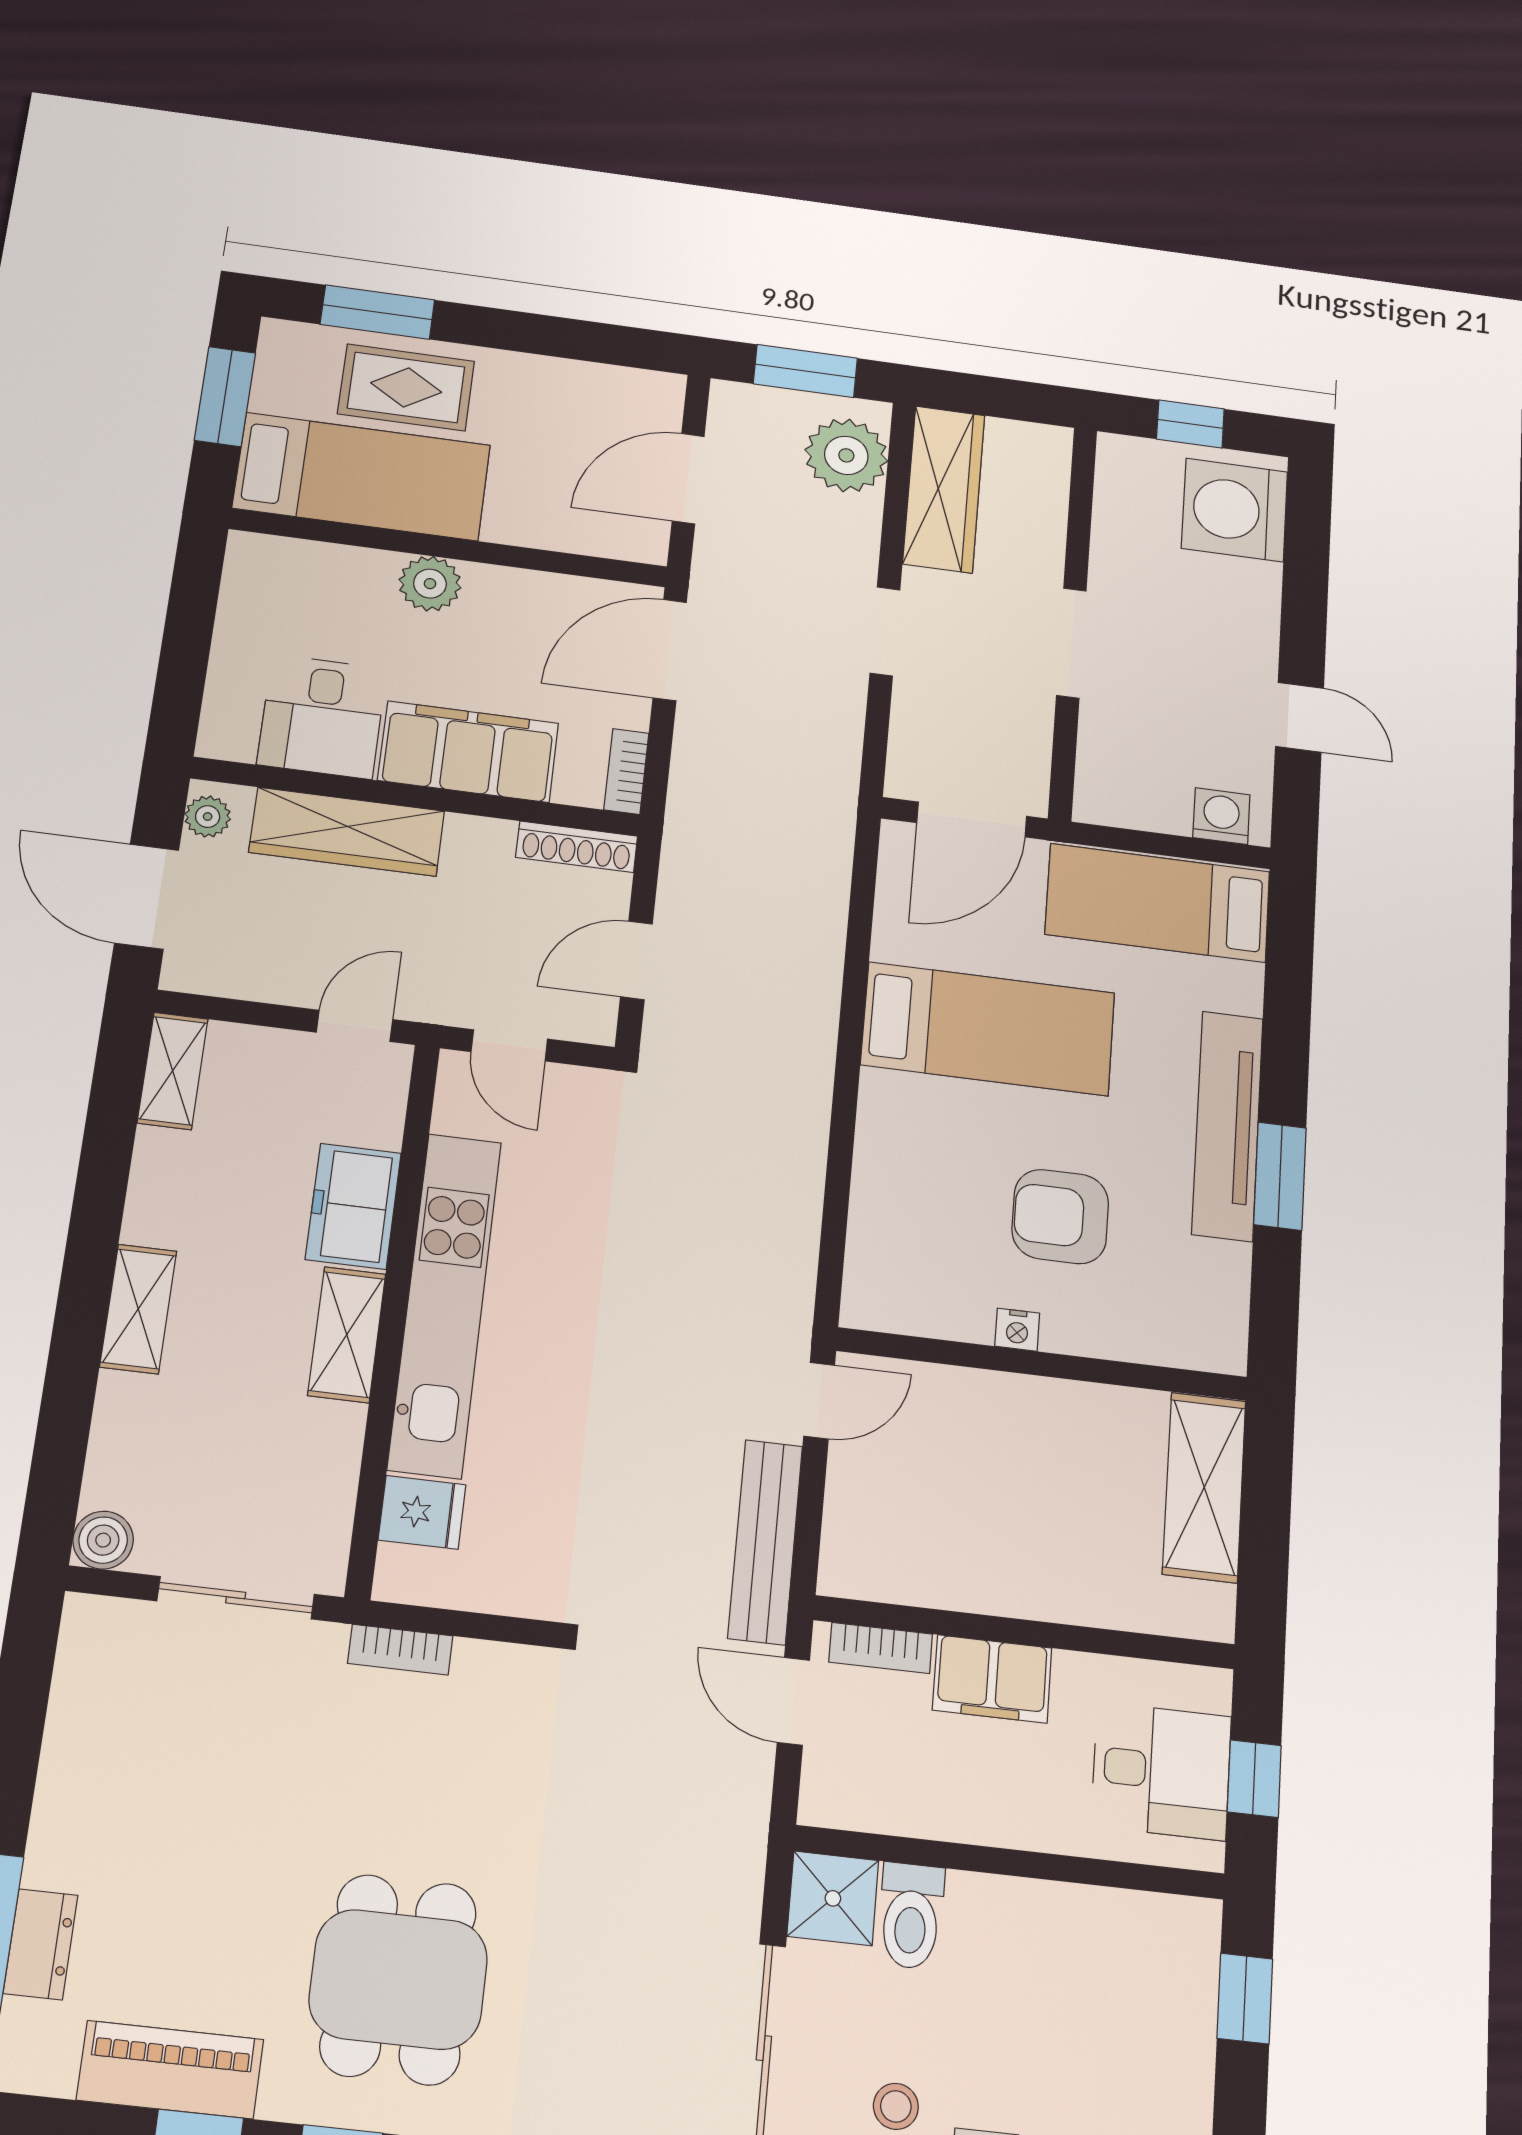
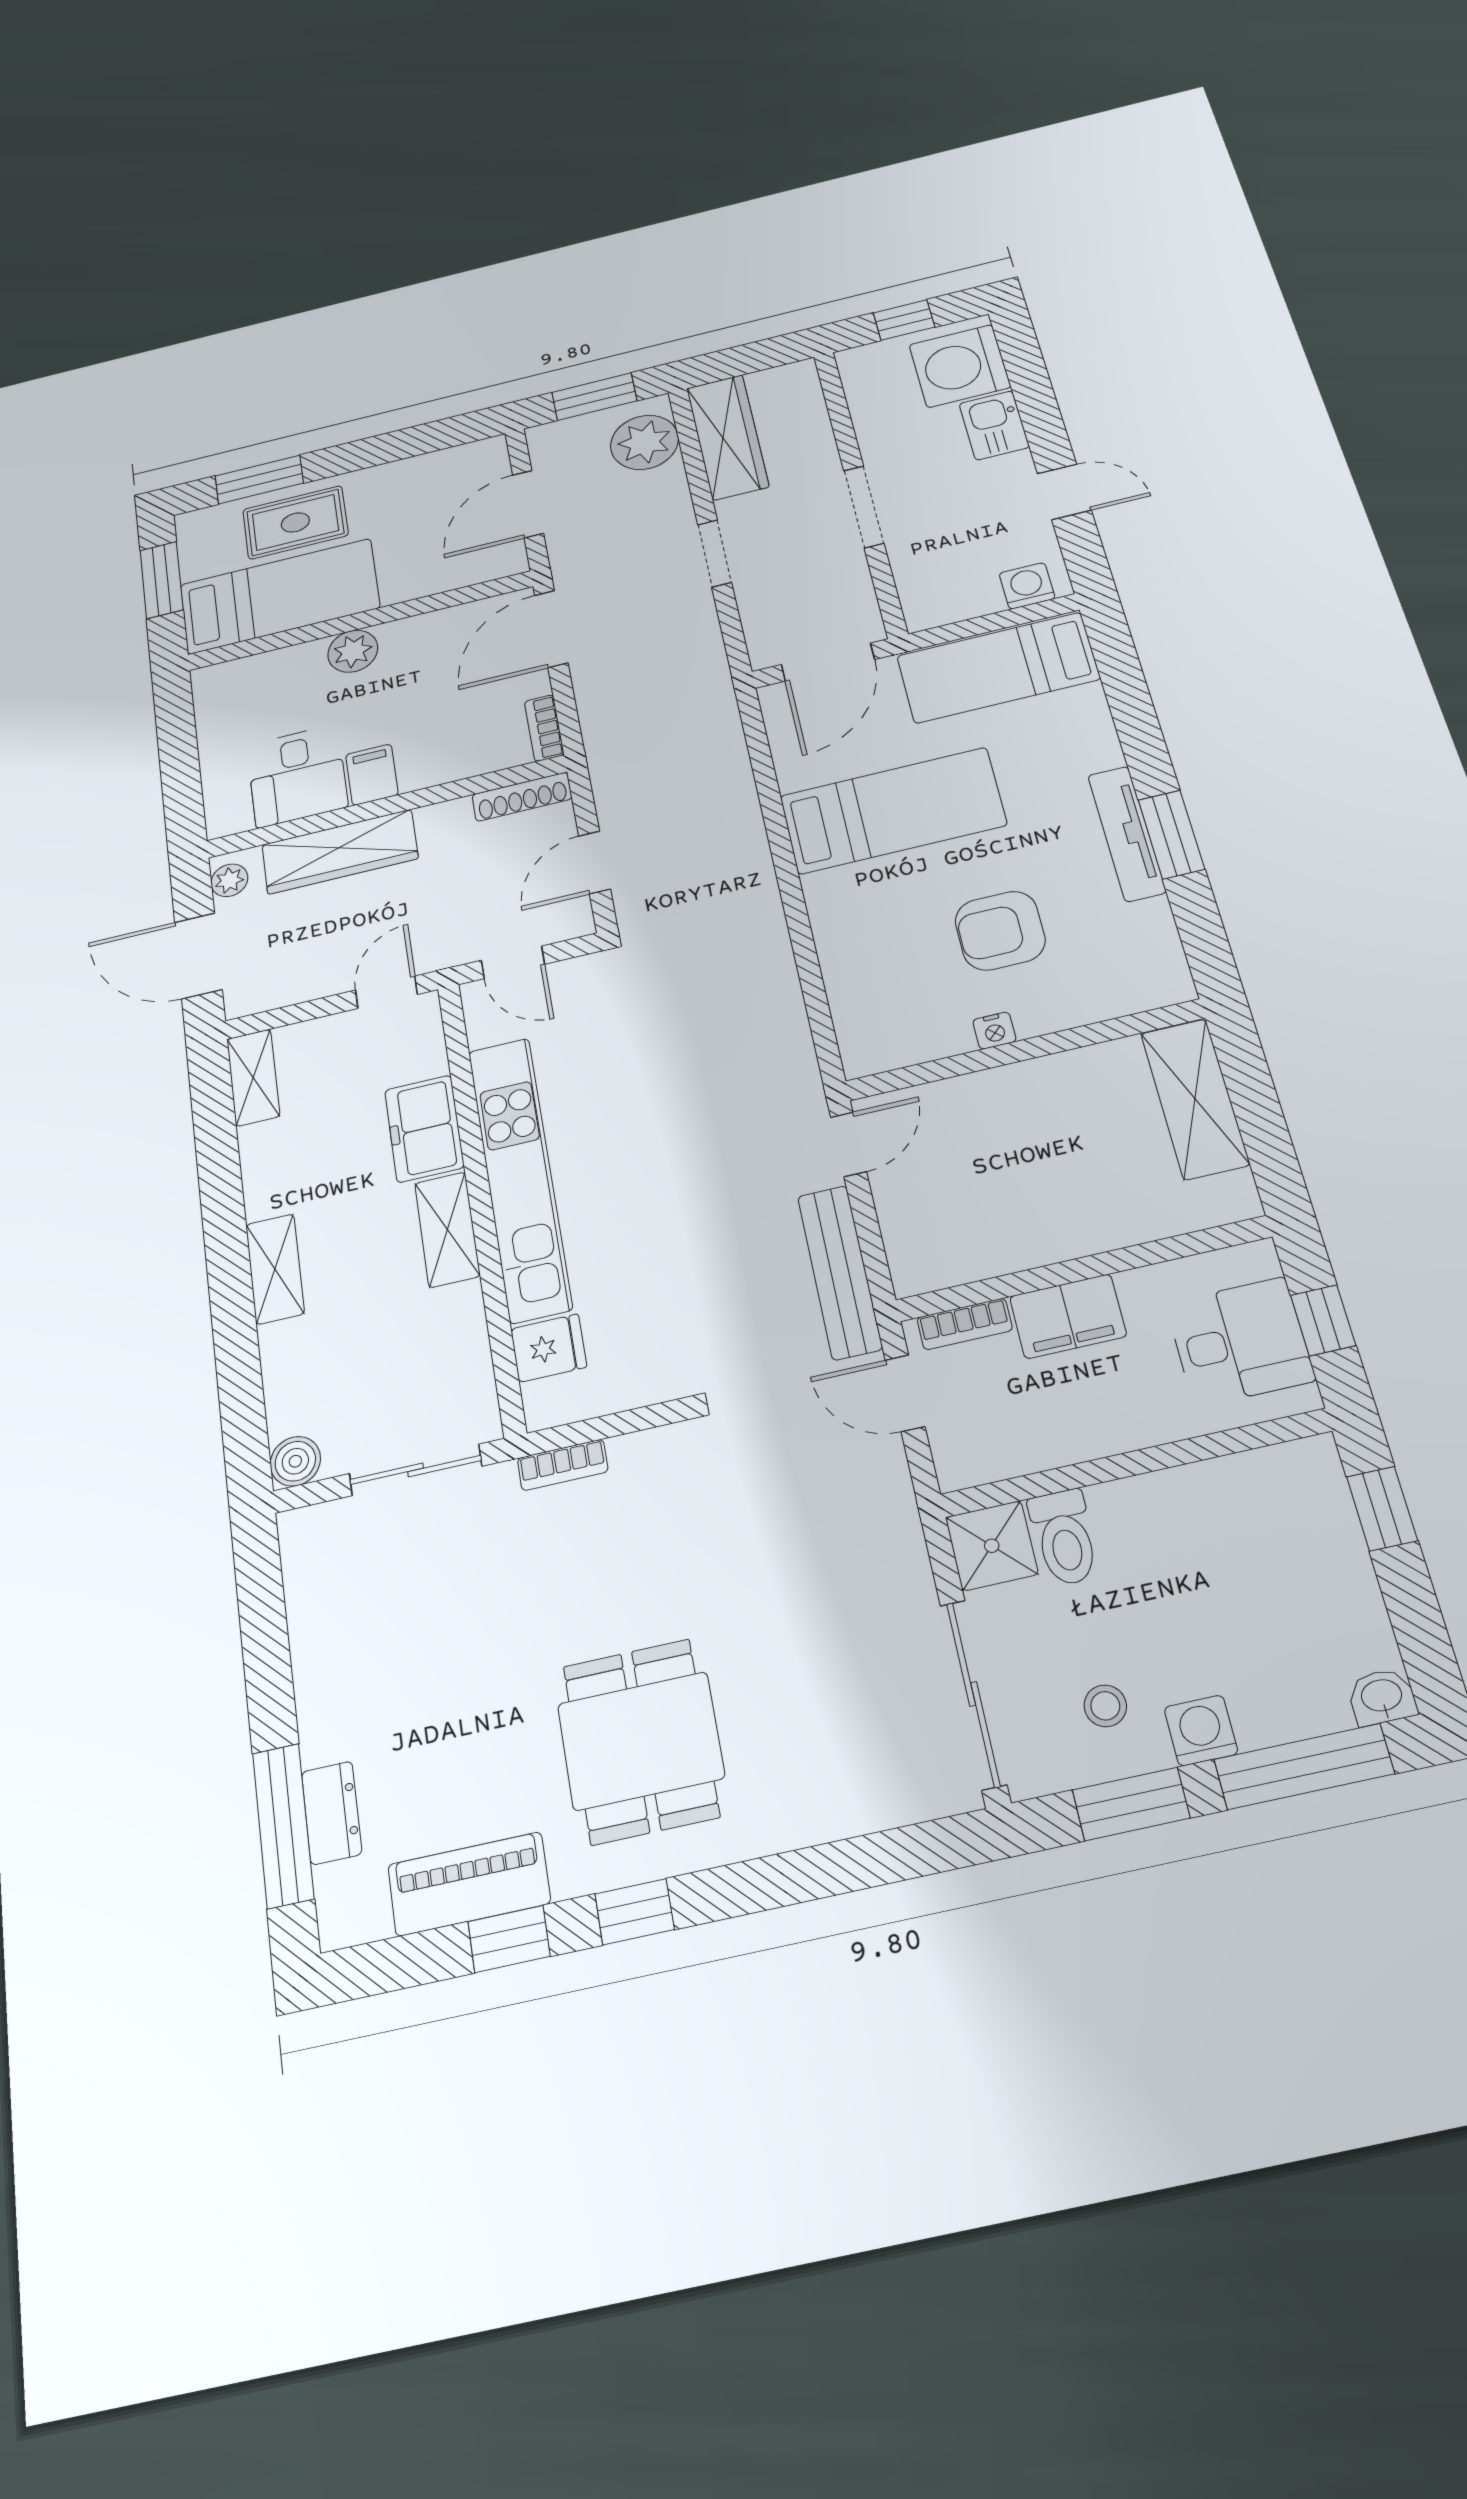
kitchen sink: (1249, 602) -> (994, 425), added
filing cabinet: (468, 752) -> (372, 775), width x0.33, depth x0.86
tv unit: (1227, 1126) -> (1127, 833), width x0.73, depth x0.78

